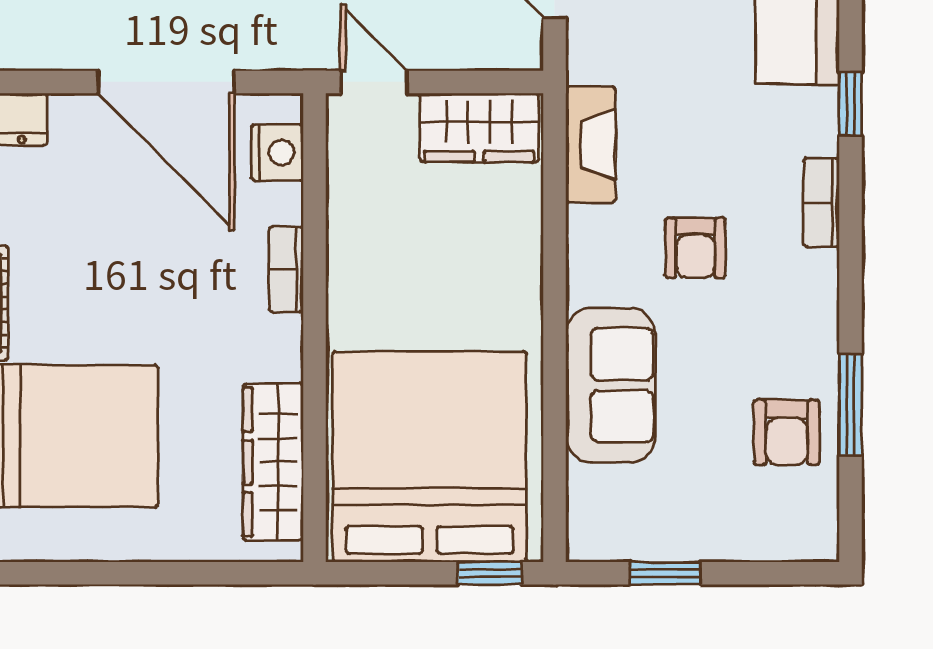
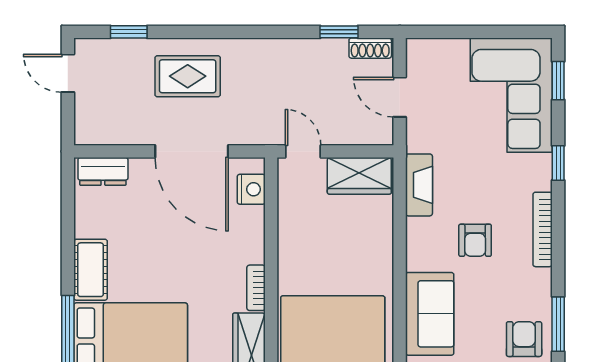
bookcase: (821, 203) -> (543, 229), width x1.56
bookcase: (286, 269) -> (256, 288), moved
armchair: (787, 432) -> (524, 339), turned 180

